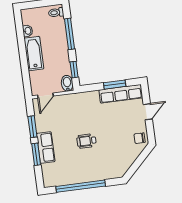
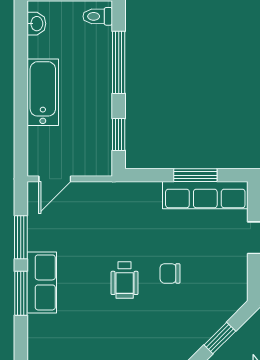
washbasin: (28, 31) -> (36, 24), moved
bidet: (67, 83) -> (101, 160), removed
chair: (140, 138) -> (170, 273), moved
wheelchair: (86, 141) -> (125, 280), turned -90
window: (137, 163) -> (220, 338), added

